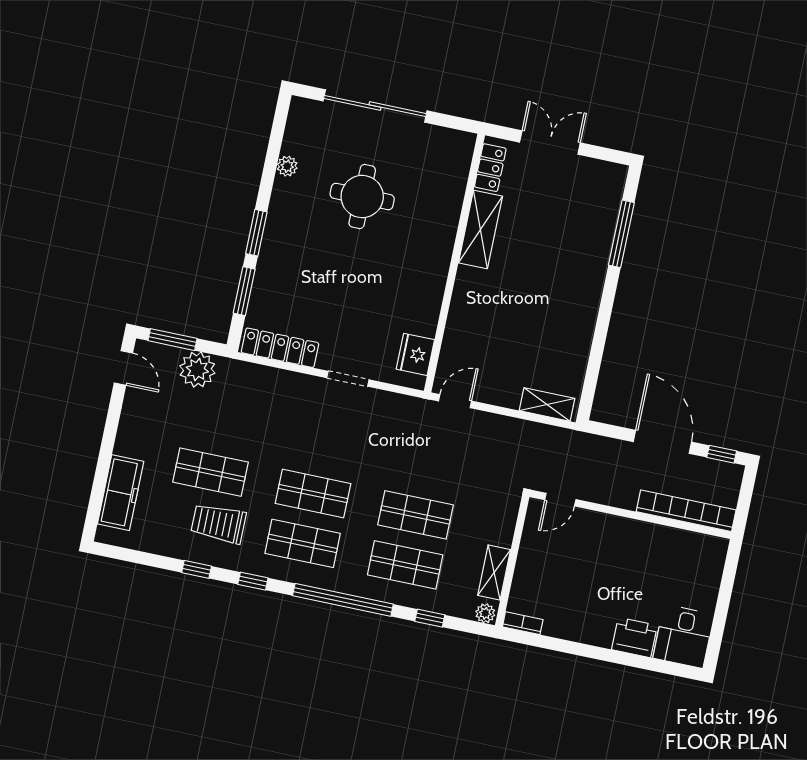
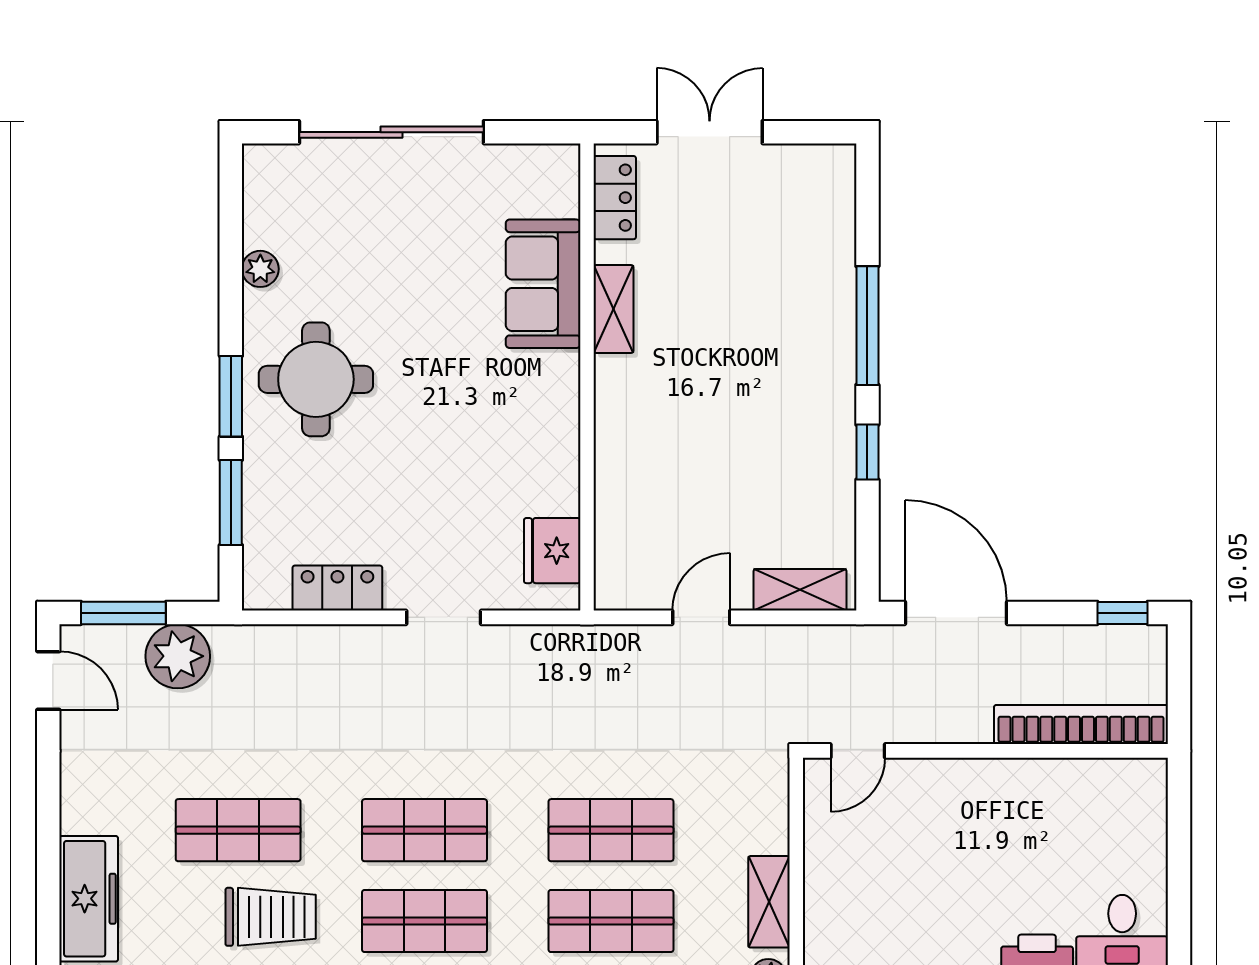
round table: (362, 197) -> (316, 379), moved
sofa: (441, 207) -> (543, 284), added
shelving: (480, 229) -> (614, 309), width x0.67, depth x0.75
window: (621, 234) -> (867, 326), moved
window: (600, 337) -> (867, 452), added
locker: (280, 348) -> (337, 588), width x0.66
door: (455, 401) -> (701, 617), moved
door: (662, 442) -> (956, 613), moved
trolley: (219, 523) -> (271, 917), turned 180

